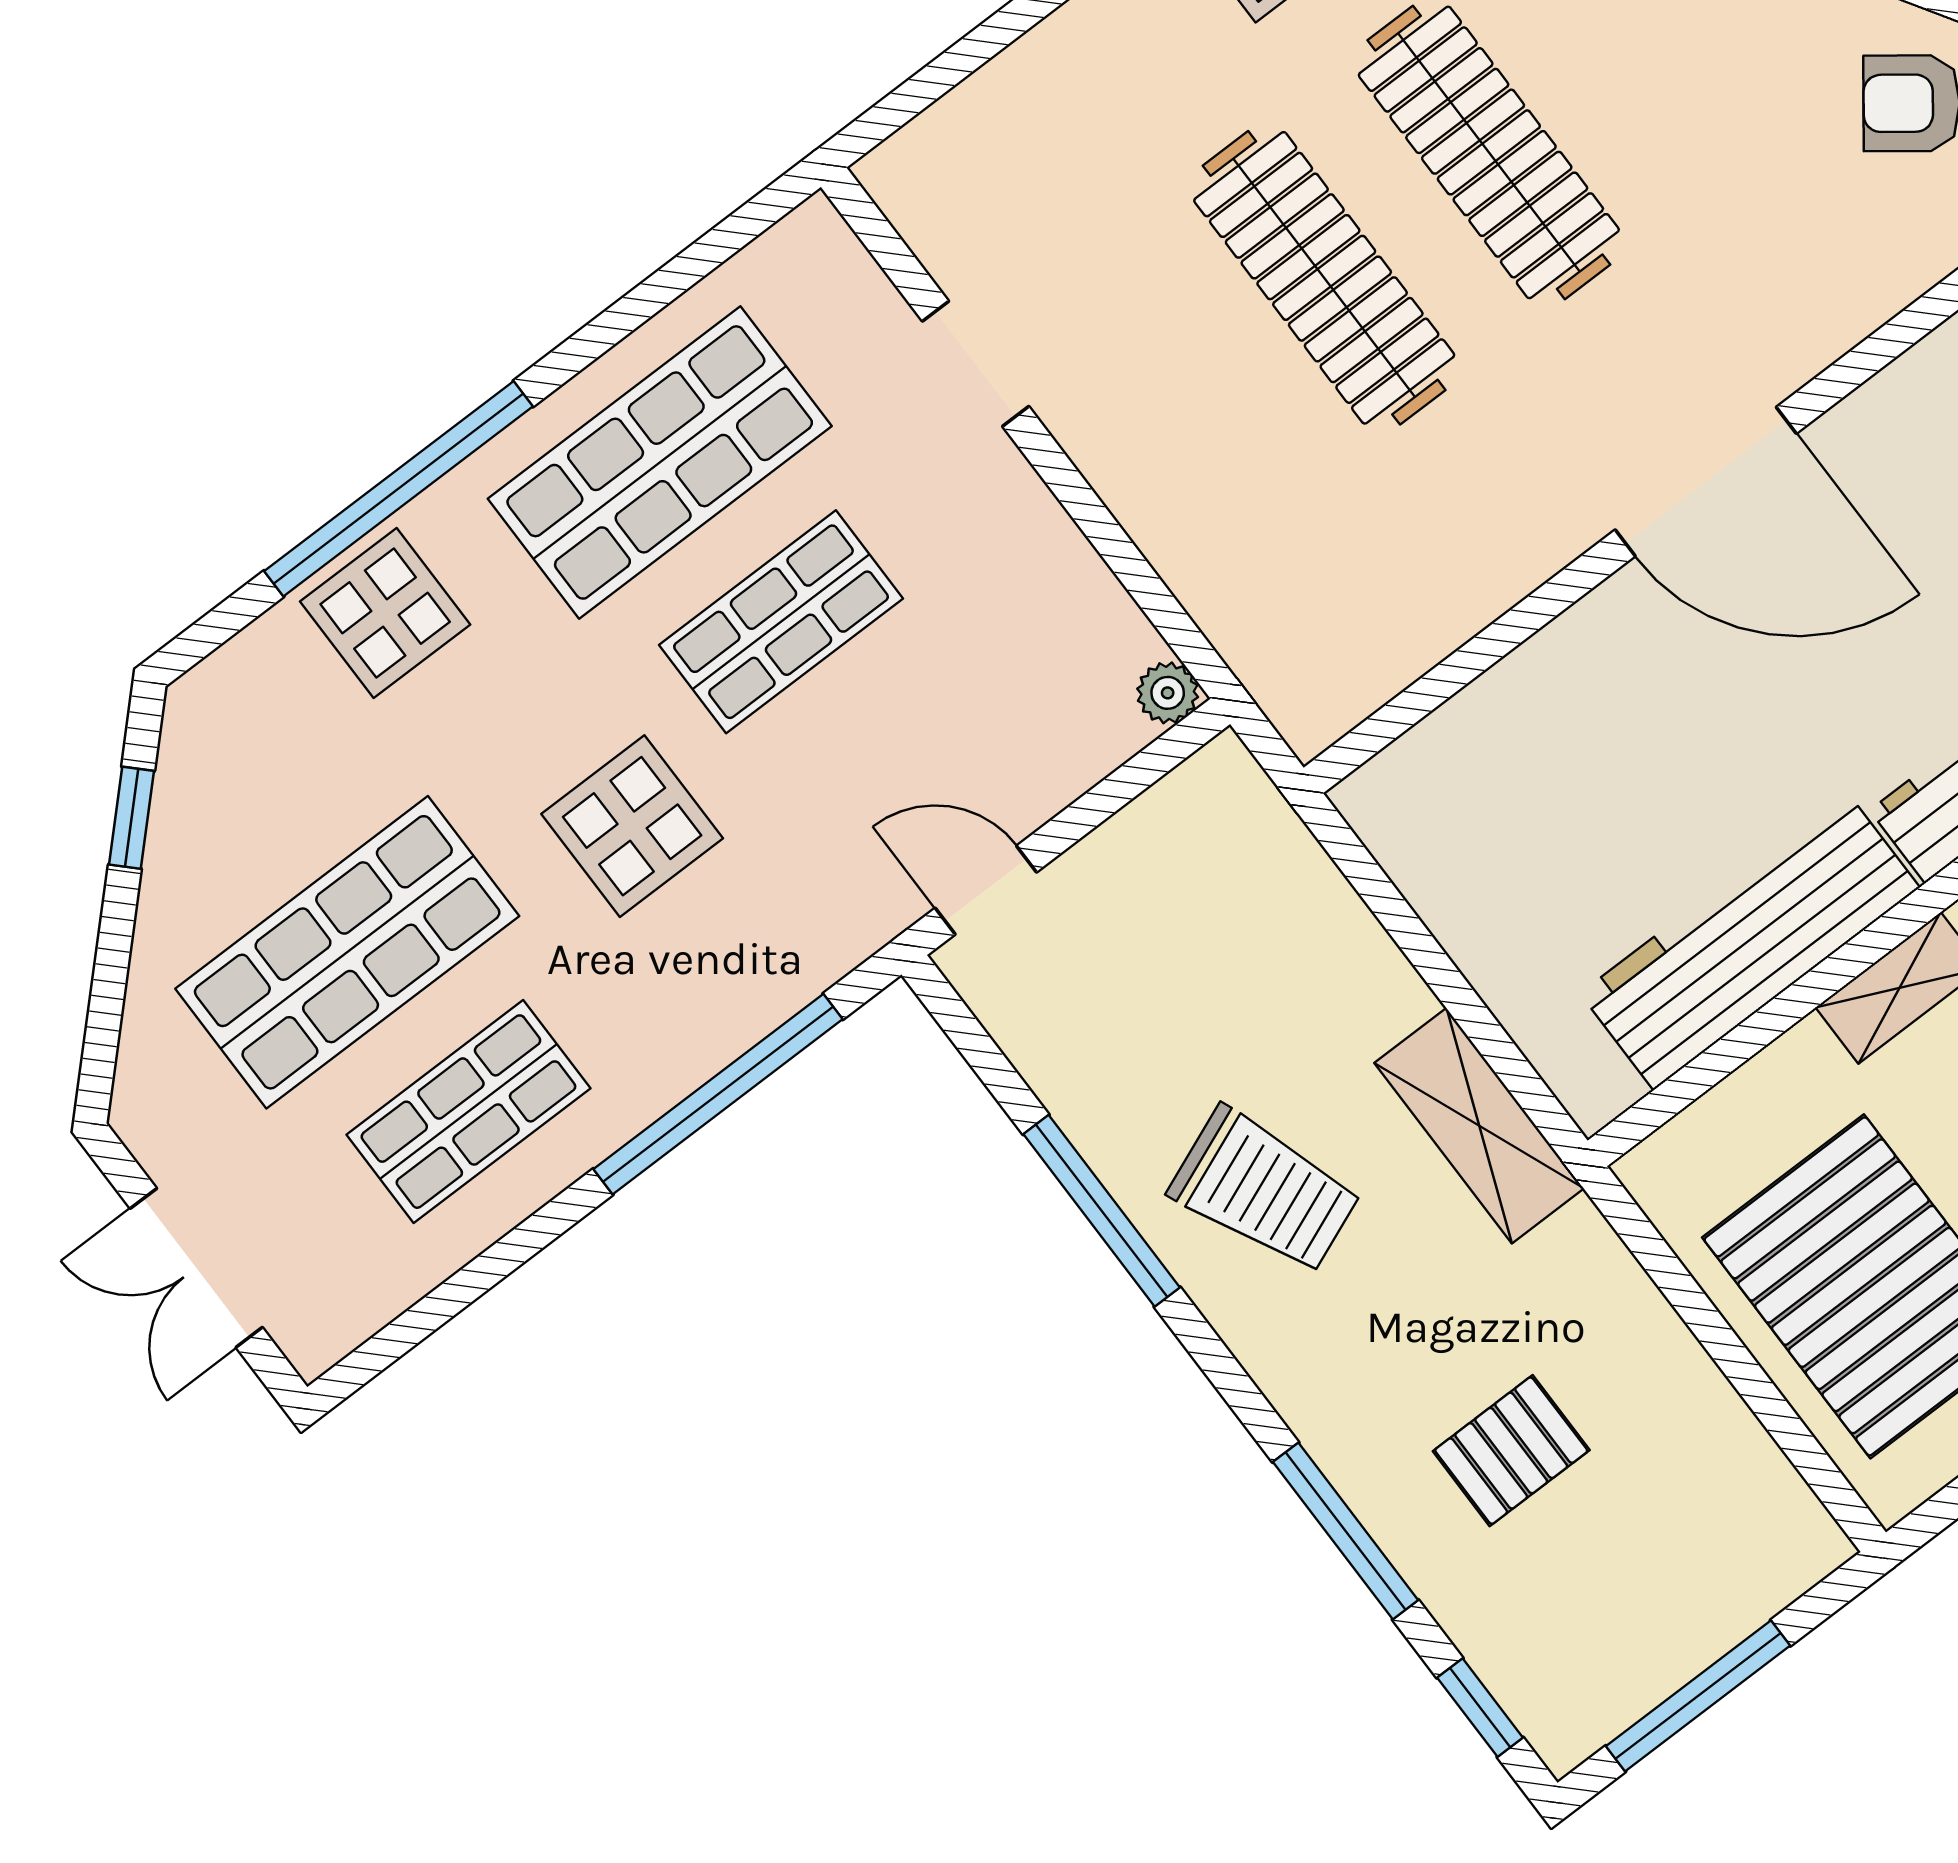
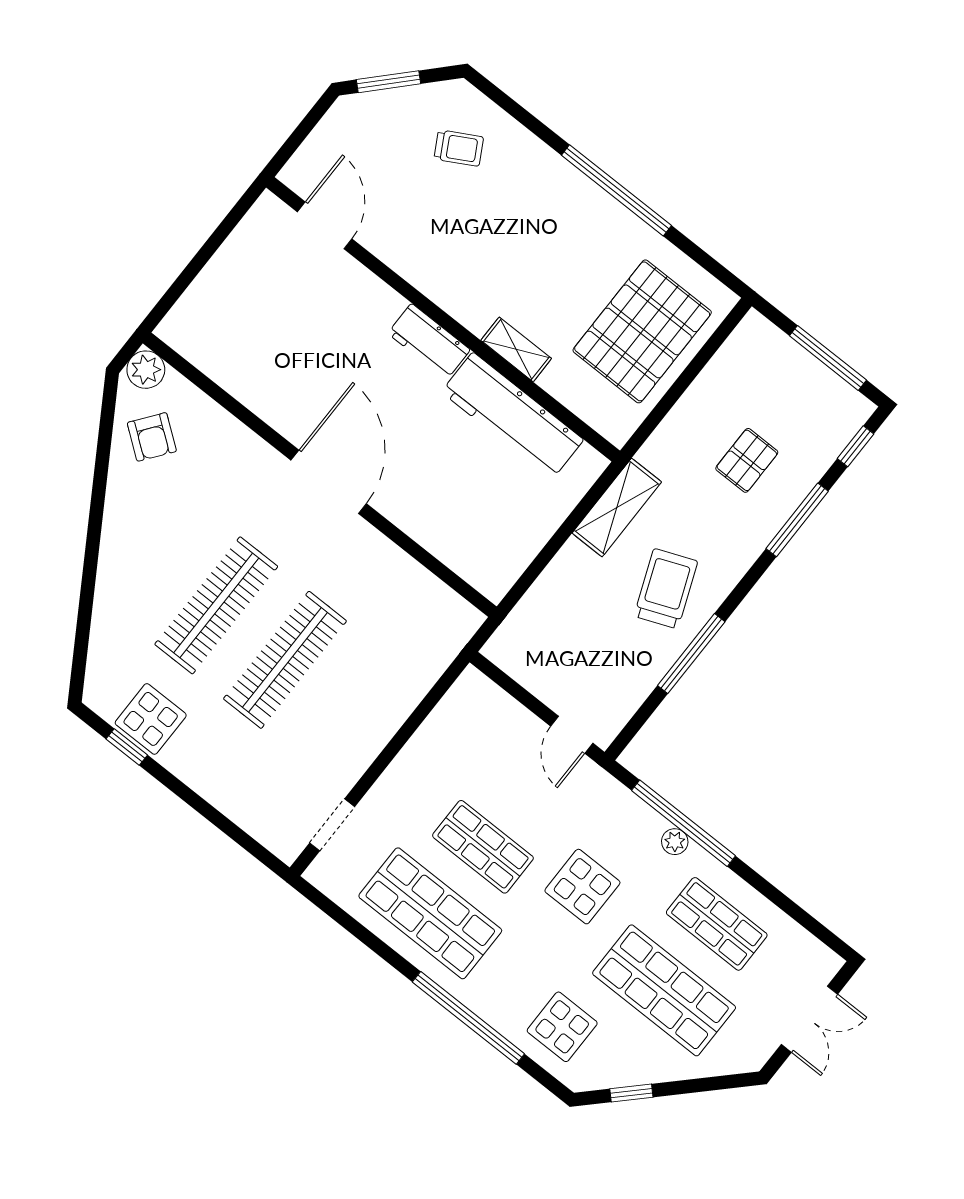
doorway: (976, 364) -> (332, 825), moved
display table: (385, 613) -> (562, 1027), moved
plant: (1168, 693) -> (675, 842), moved
pallet: (1511, 1451) -> (747, 460), turned 90

